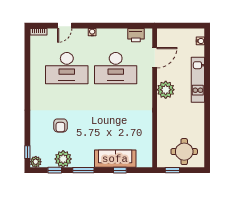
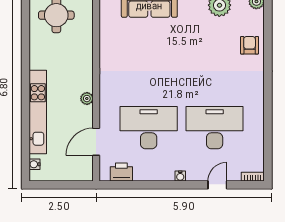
kitchen unit: (198, 80) -> (38, 112), width x1.36
plant: (166, 90) -> (87, 99), width x0.53, depth x0.53
armchair: (60, 125) -> (250, 45), moved
window: (27, 152) -> (268, 14), removed

